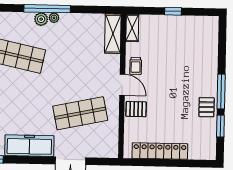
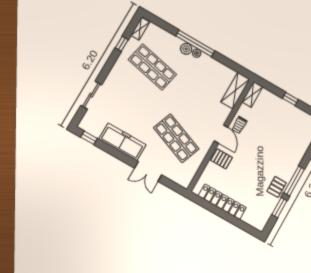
shop shelf: (80, 113) -> (176, 138), turned 33

